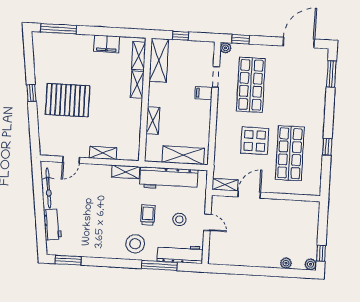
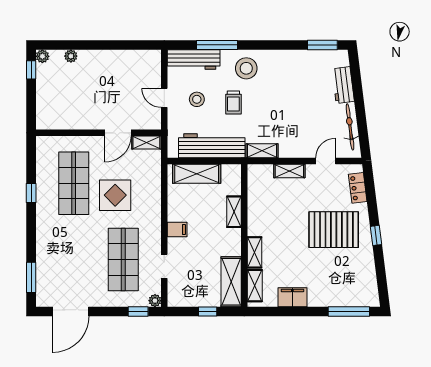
filing cabinet: (204, 93) -> (177, 230), moved
locker: (45, 135) -> (358, 188), added

